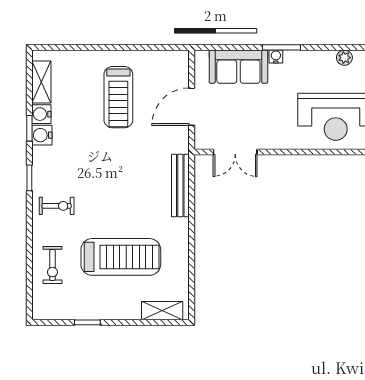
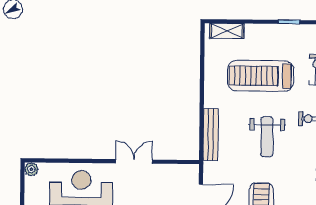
double door: (235, 152) -> (134, 161), moved
weight bench: (112, 184) -> (267, 137), added

